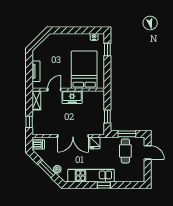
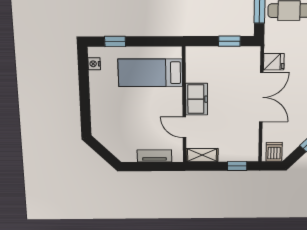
bed: (84, 70) -> (150, 73), width x0.67

